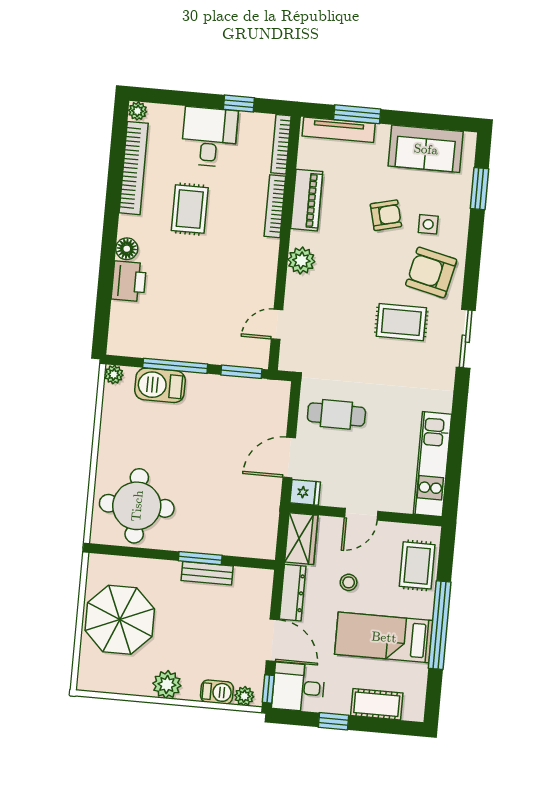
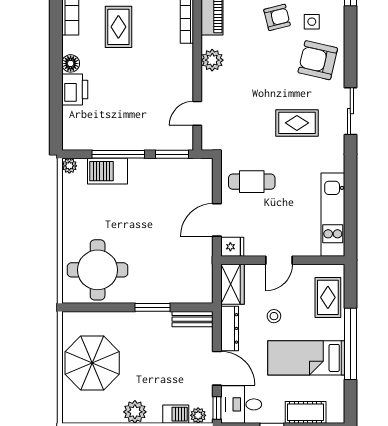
rug: (401, 322) -> (297, 123), moved
bench: (207, 573) -> (193, 319), moved

